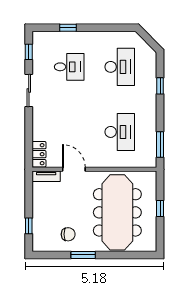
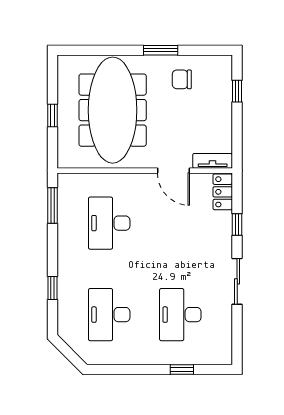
window: (29, 52) -> (237, 224), moved
desk: (69, 67) -> (180, 315), width x1.37

